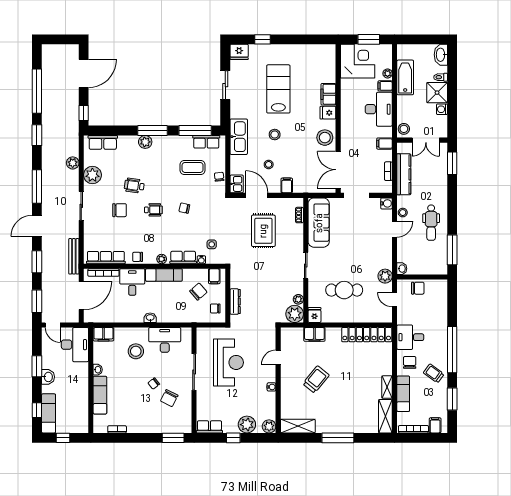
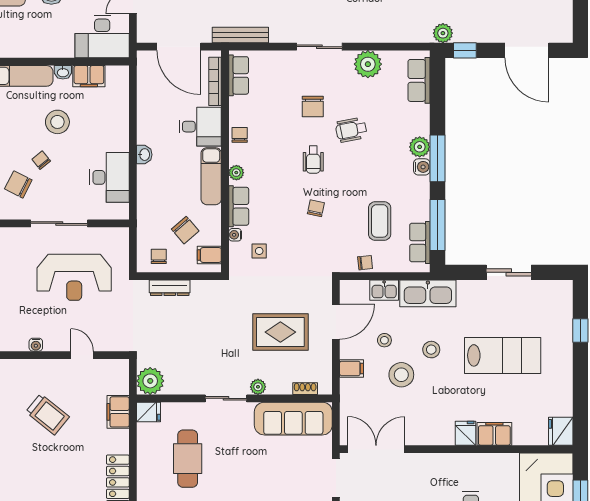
fridge: (239, 52) -> (561, 431), moved
stool: (325, 138) -> (401, 375), moved
water cooler: (158, 141) -> (422, 167), added
plant: (73, 163) -> (443, 33), moved
kitchen sink: (237, 184) -> (384, 290), moved
wheelchair: (134, 186) -> (351, 130), turned -109
row of seats: (106, 258) -> (239, 75), width x0.68
plant: (298, 299) -> (258, 387), moved
filing cabinet: (103, 334) -> (89, 76), moved, turned -90
stool: (136, 351) -> (57, 122), moved

